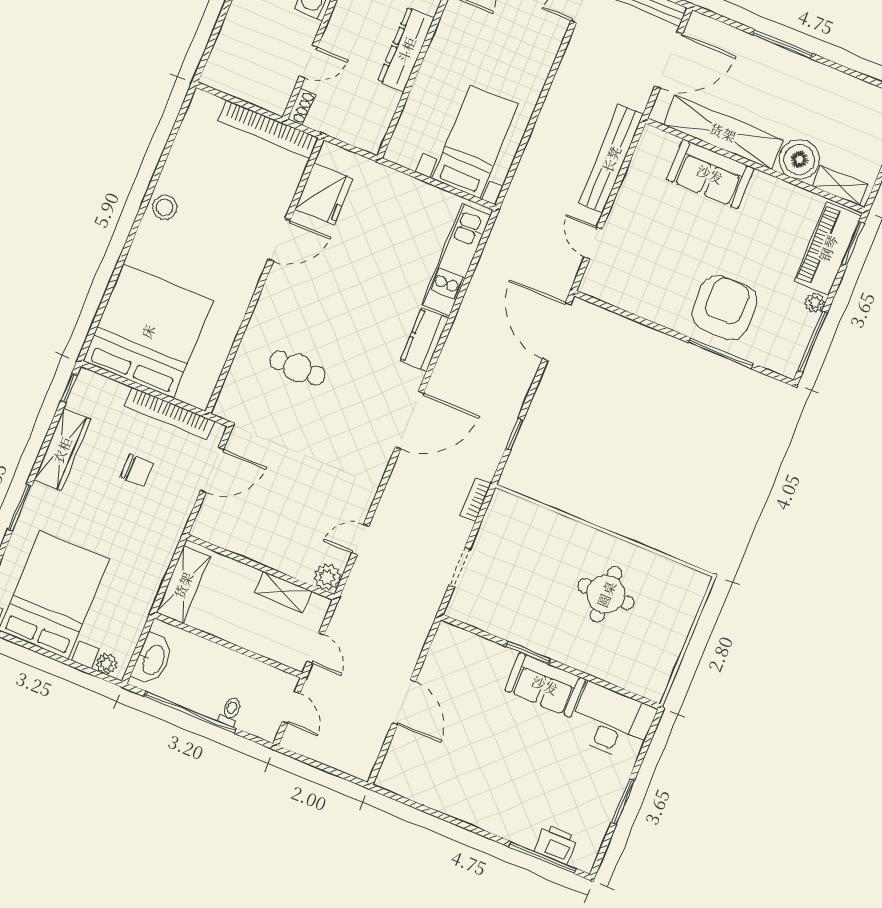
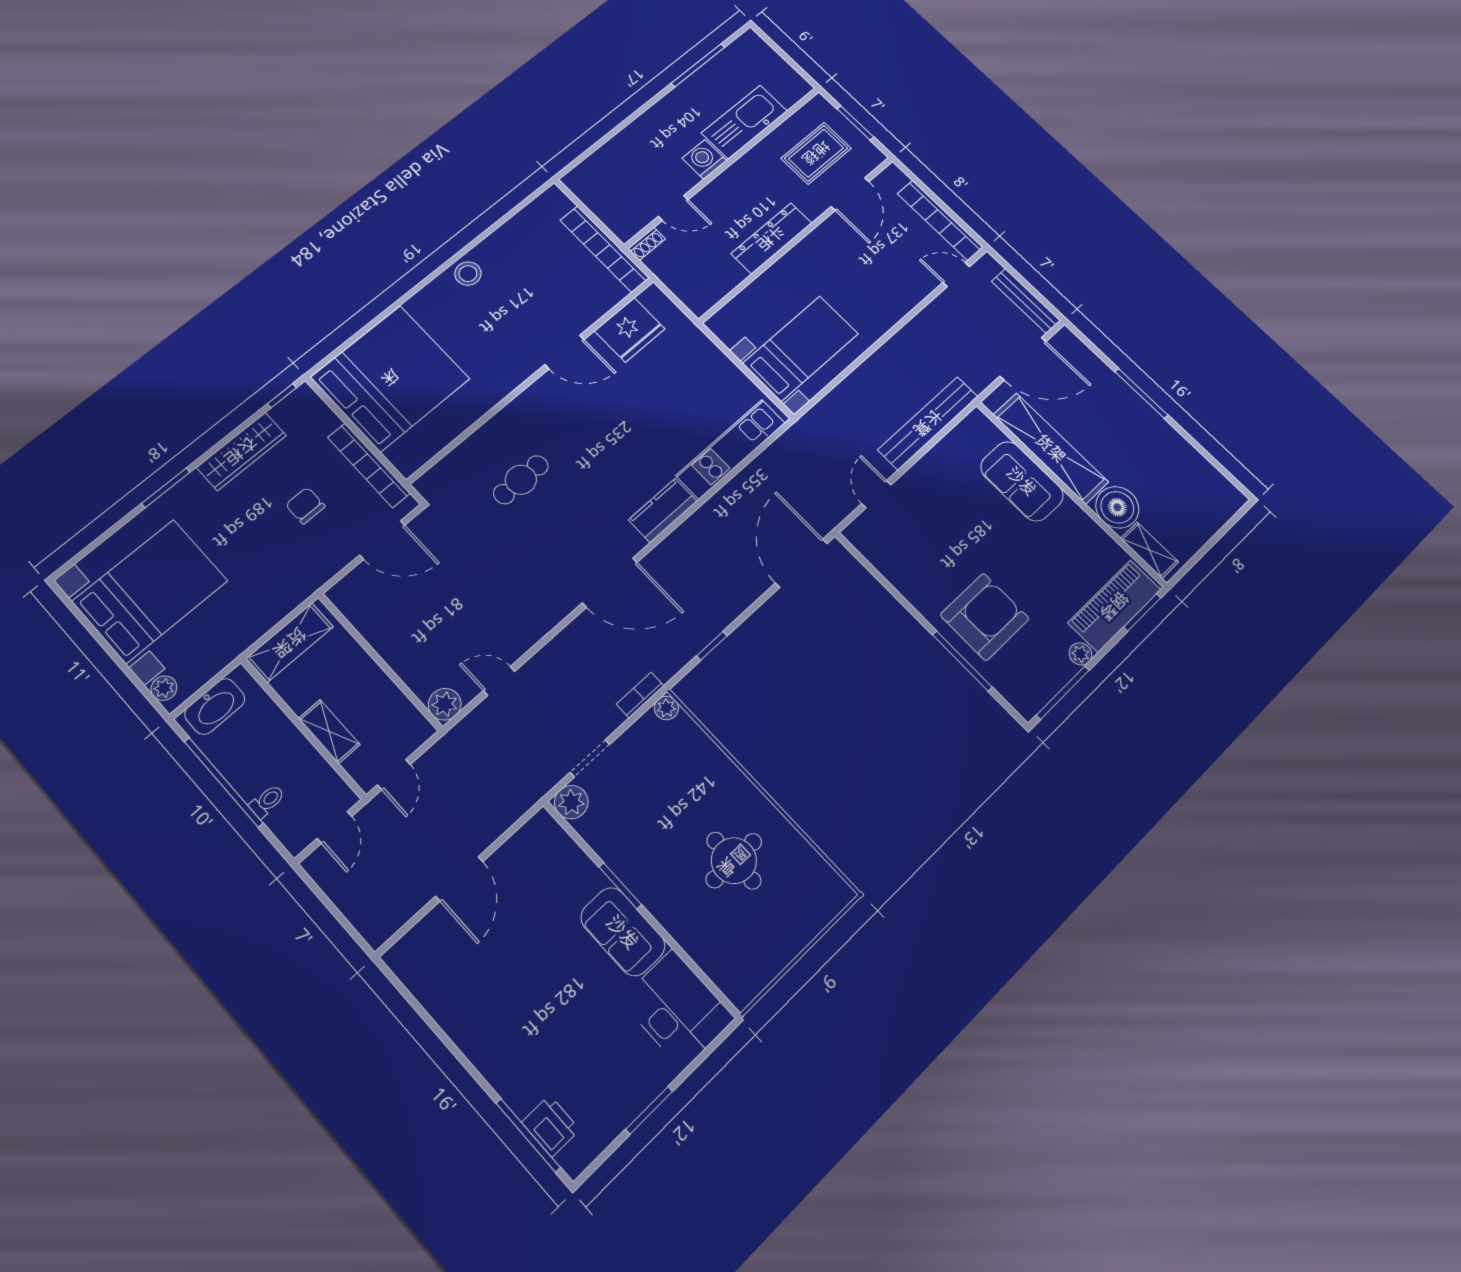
cafe table: (297, 368) -> (521, 480), turned 90
chair: (137, 470) -> (305, 506), turned 180
plant: (501, 500) -> (666, 708), added
shelving: (283, 592) -> (329, 732), moved
plant: (461, 607) -> (571, 802), added

